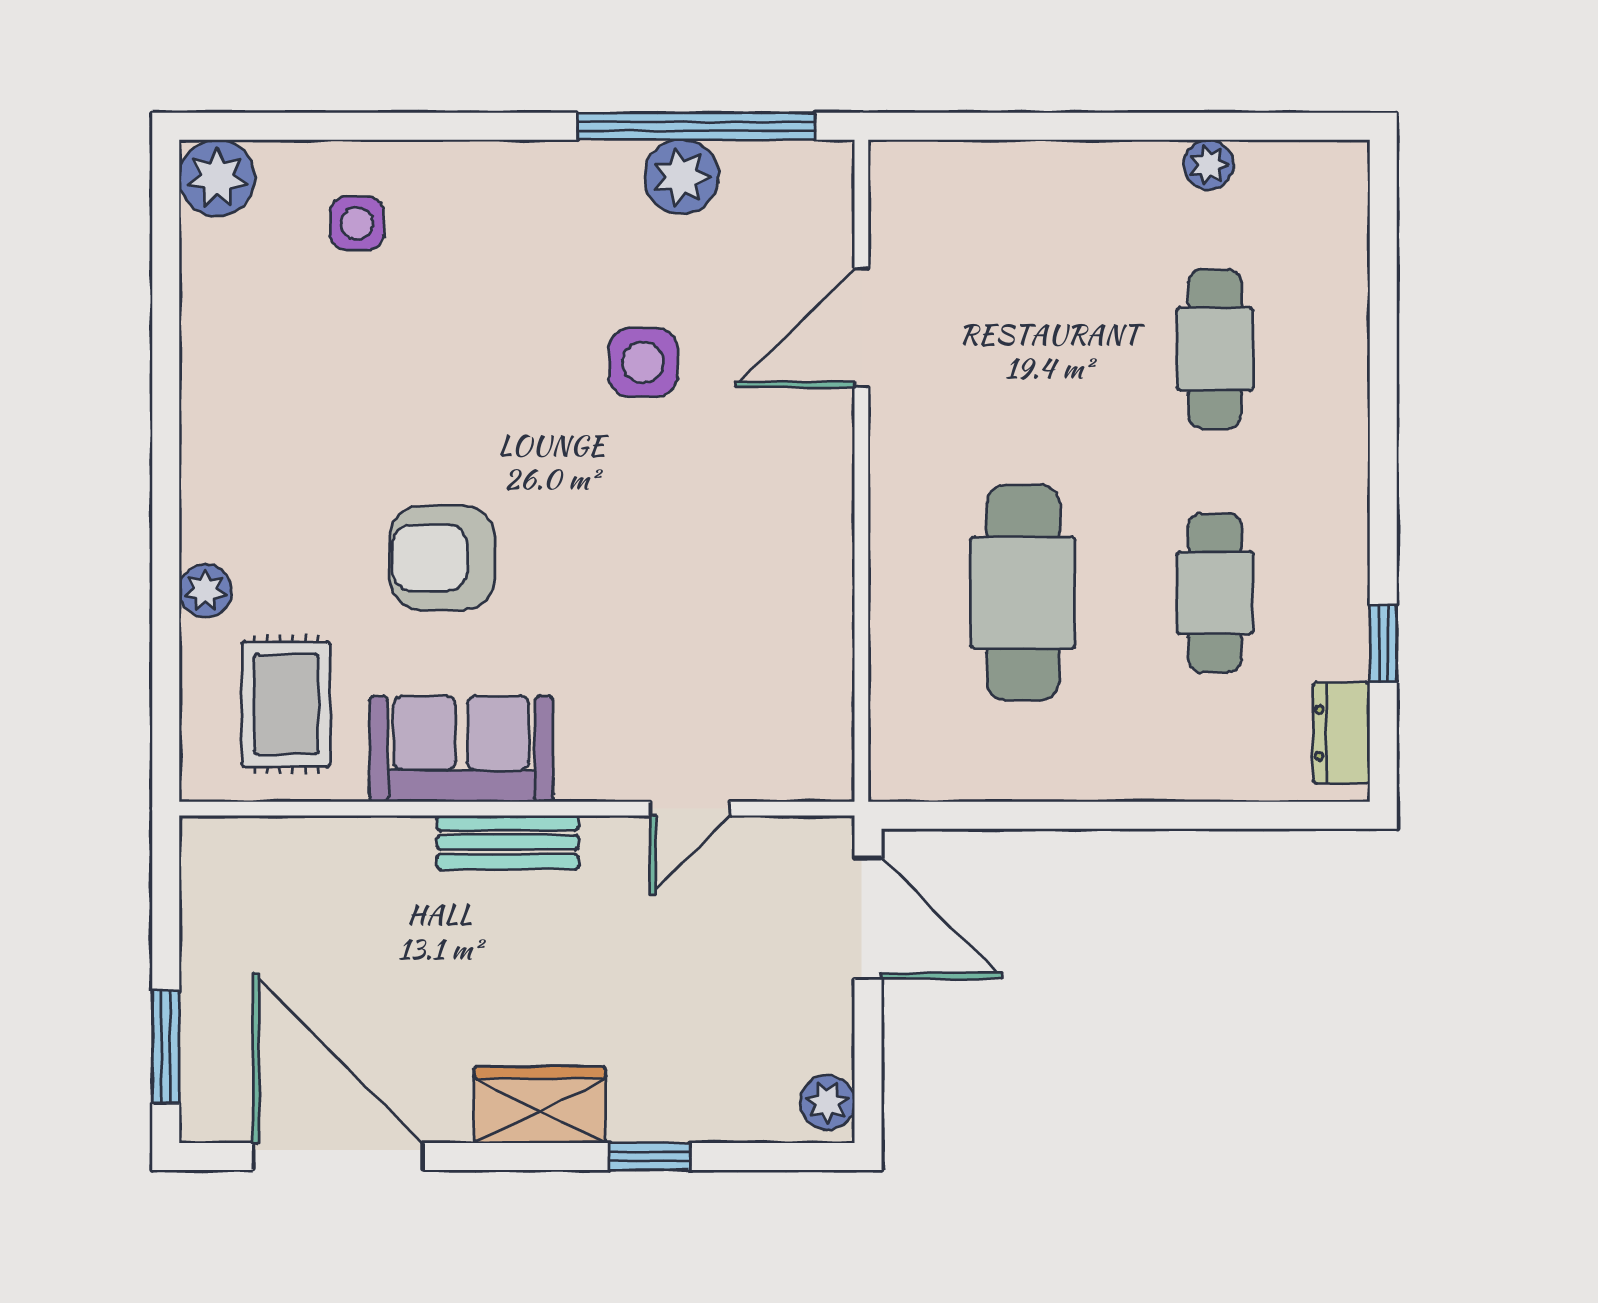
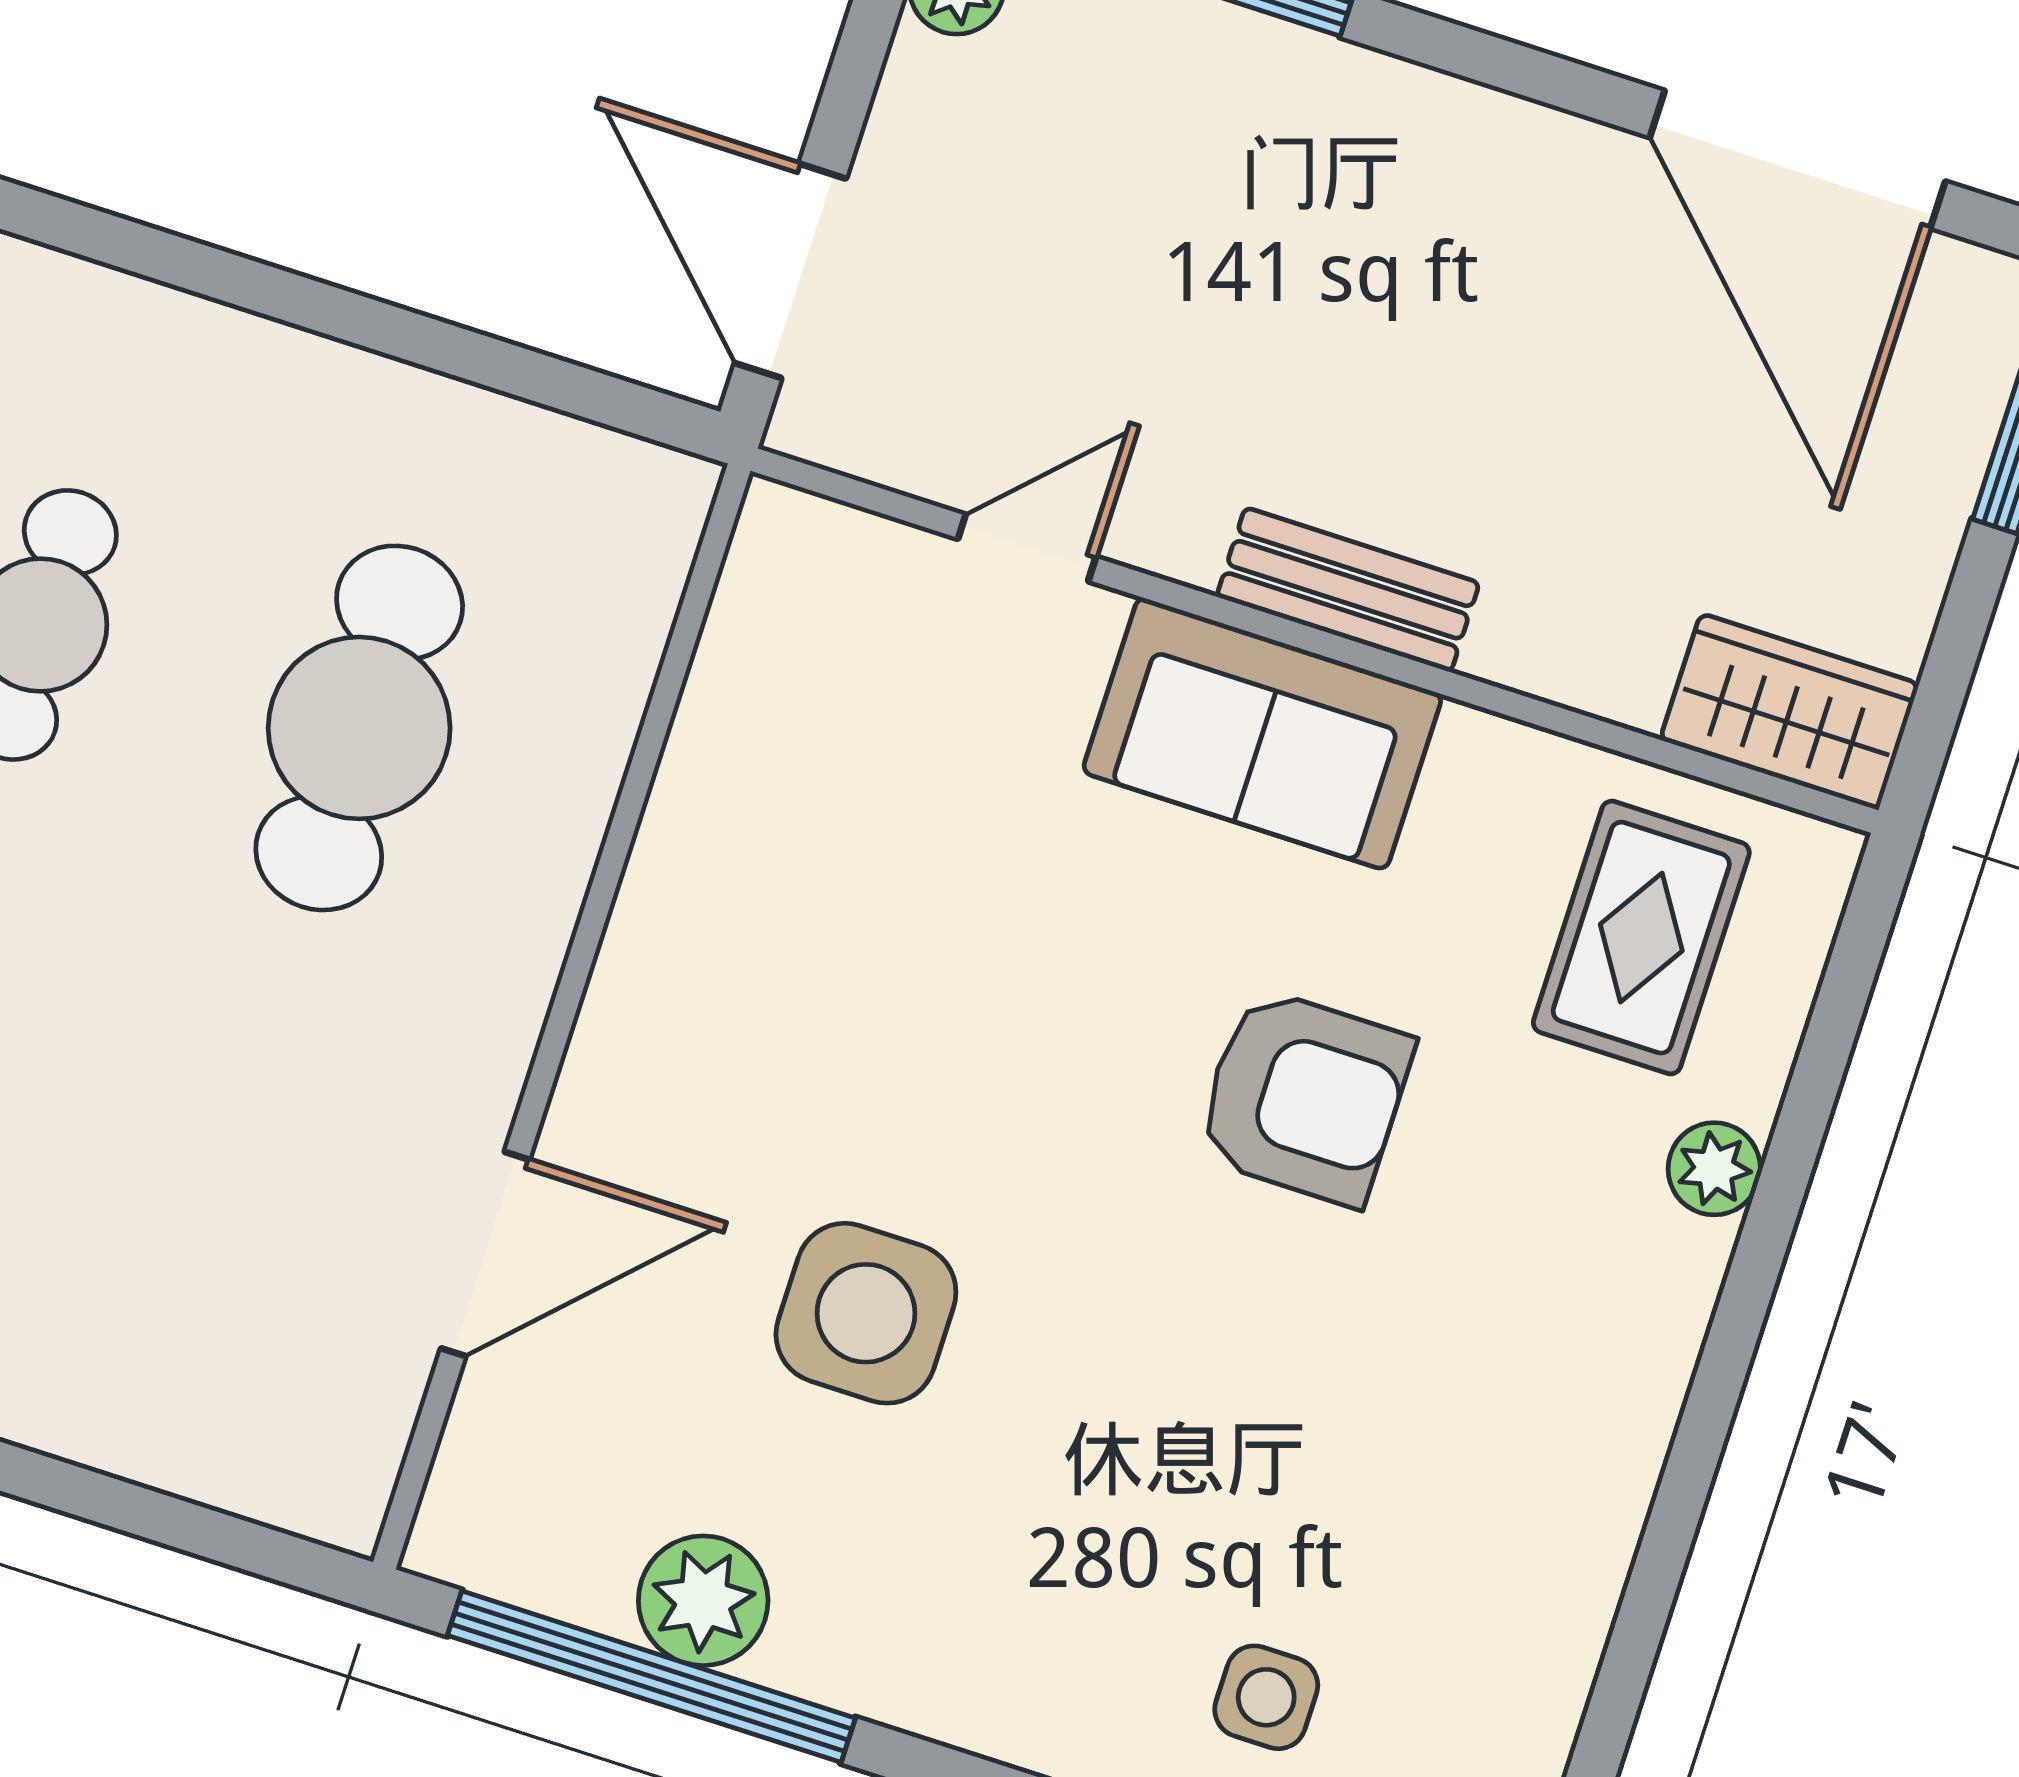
side table: (643, 363) -> (866, 1313), width x1.37, depth x1.37
sofa: (461, 749) -> (1262, 733), moved
wardrobe: (540, 1105) -> (1790, 712), moved, turned 180

